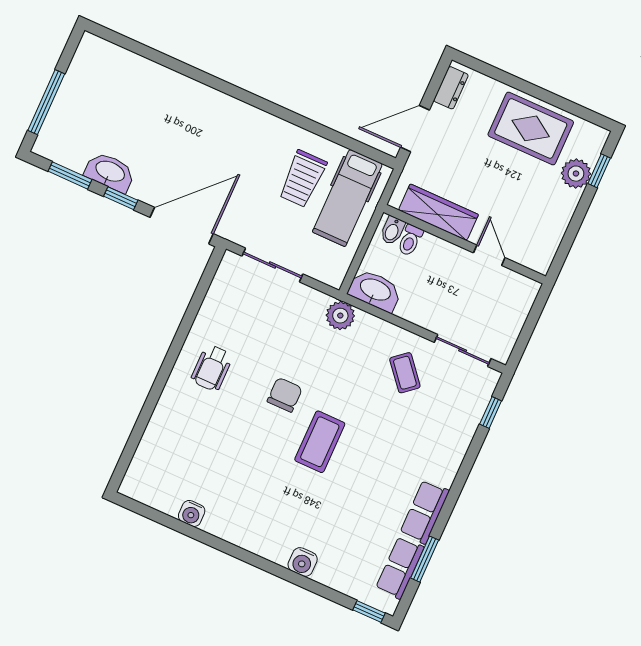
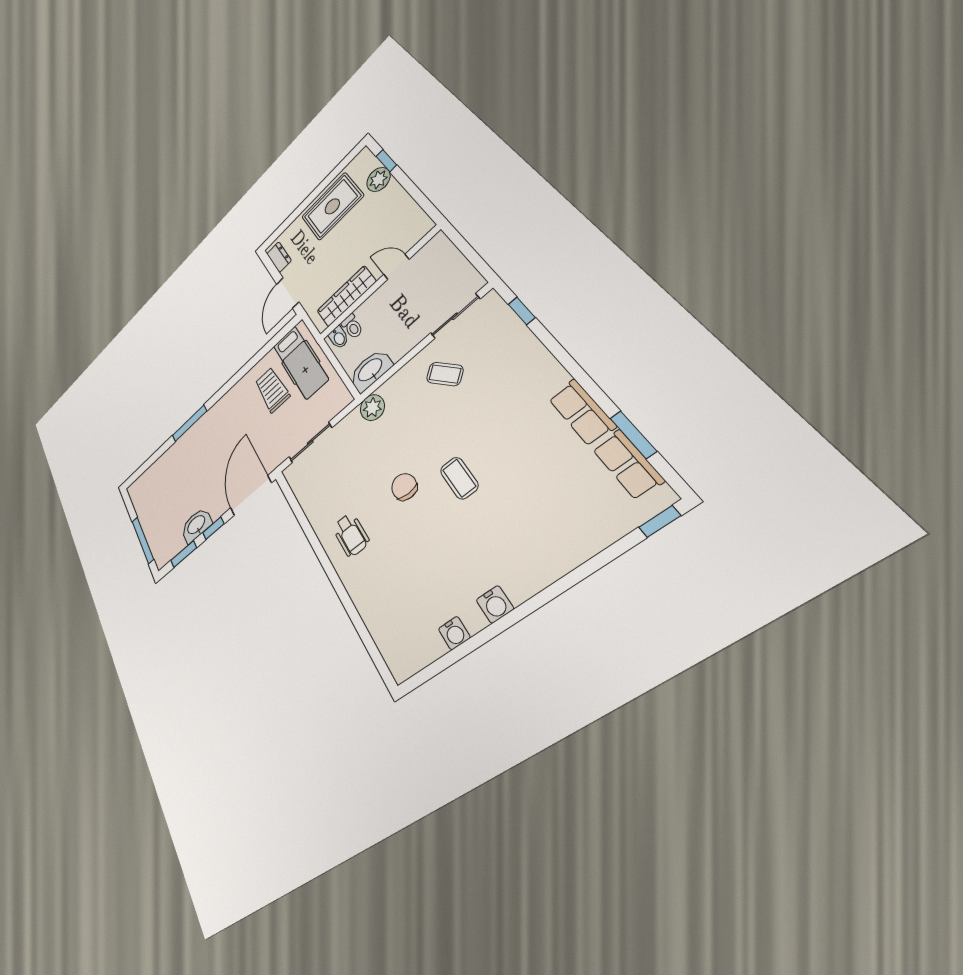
window: (211, 81) -> (190, 423), added
trolley: (303, 179) -> (272, 390), turned 180
coffee table: (320, 442) -> (459, 478), width x0.73, depth x0.77
water cooler: (303, 562) -> (495, 604), moved

